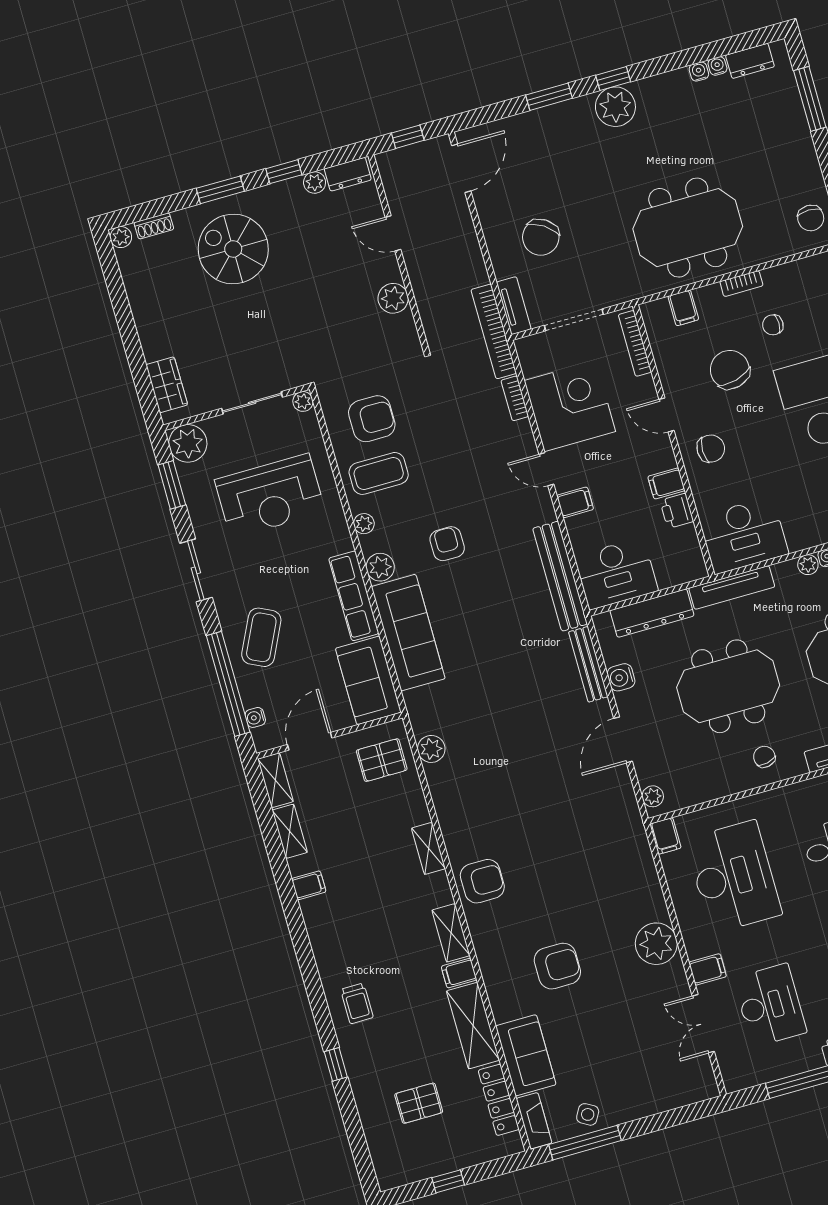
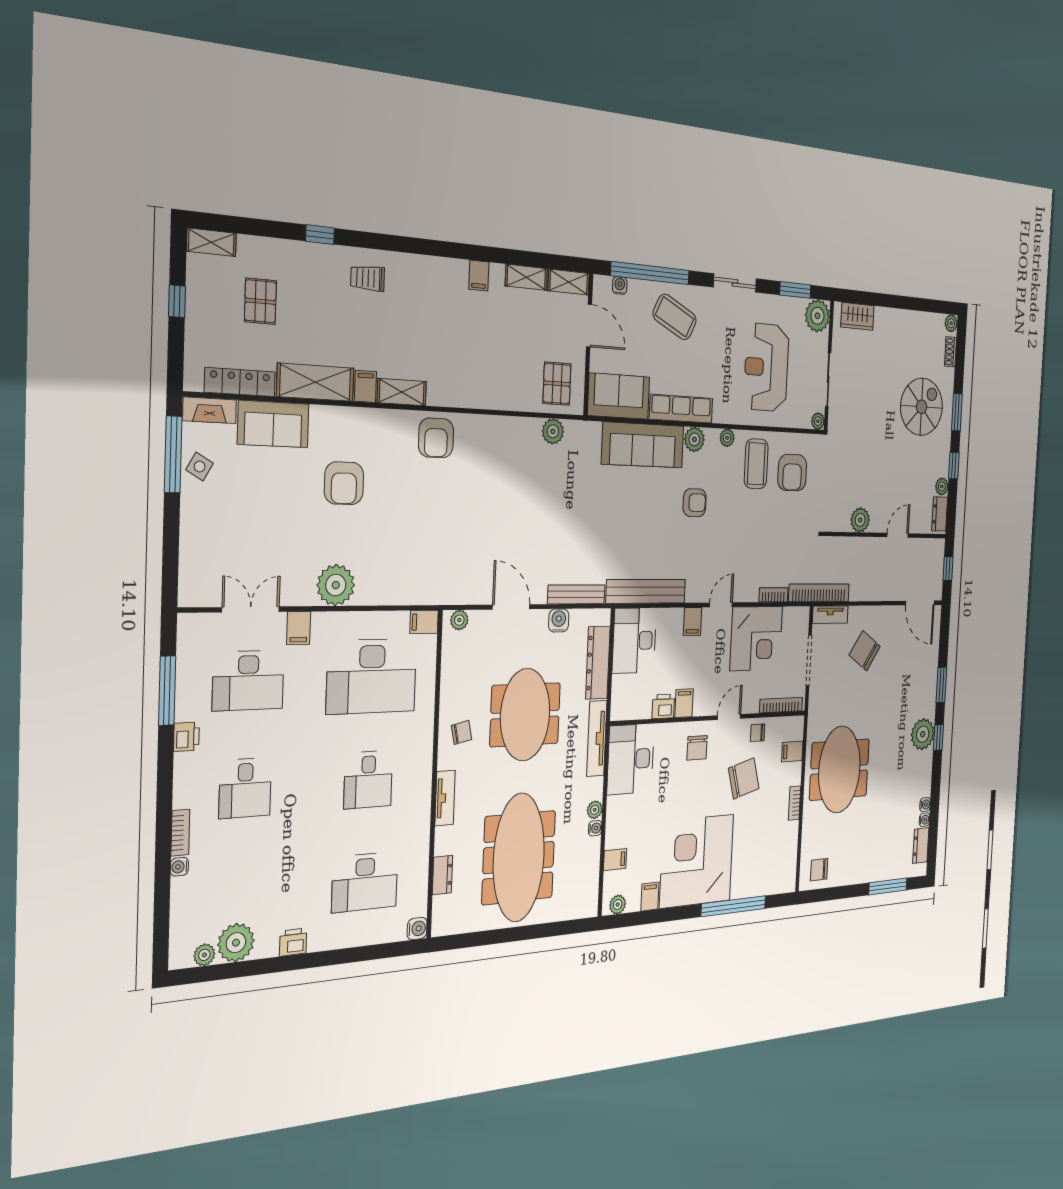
chair: (773, 325) -> (758, 733), moved, turned -90
shelving: (428, 848) -> (211, 242), moved

